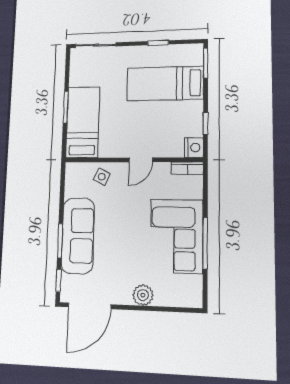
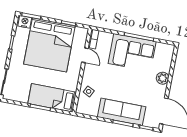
bed: (165, 83) -> (49, 45), width x2.04
nightstand: (194, 148) -> (25, 22), moved
door: (141, 160) -> (85, 55), moved

